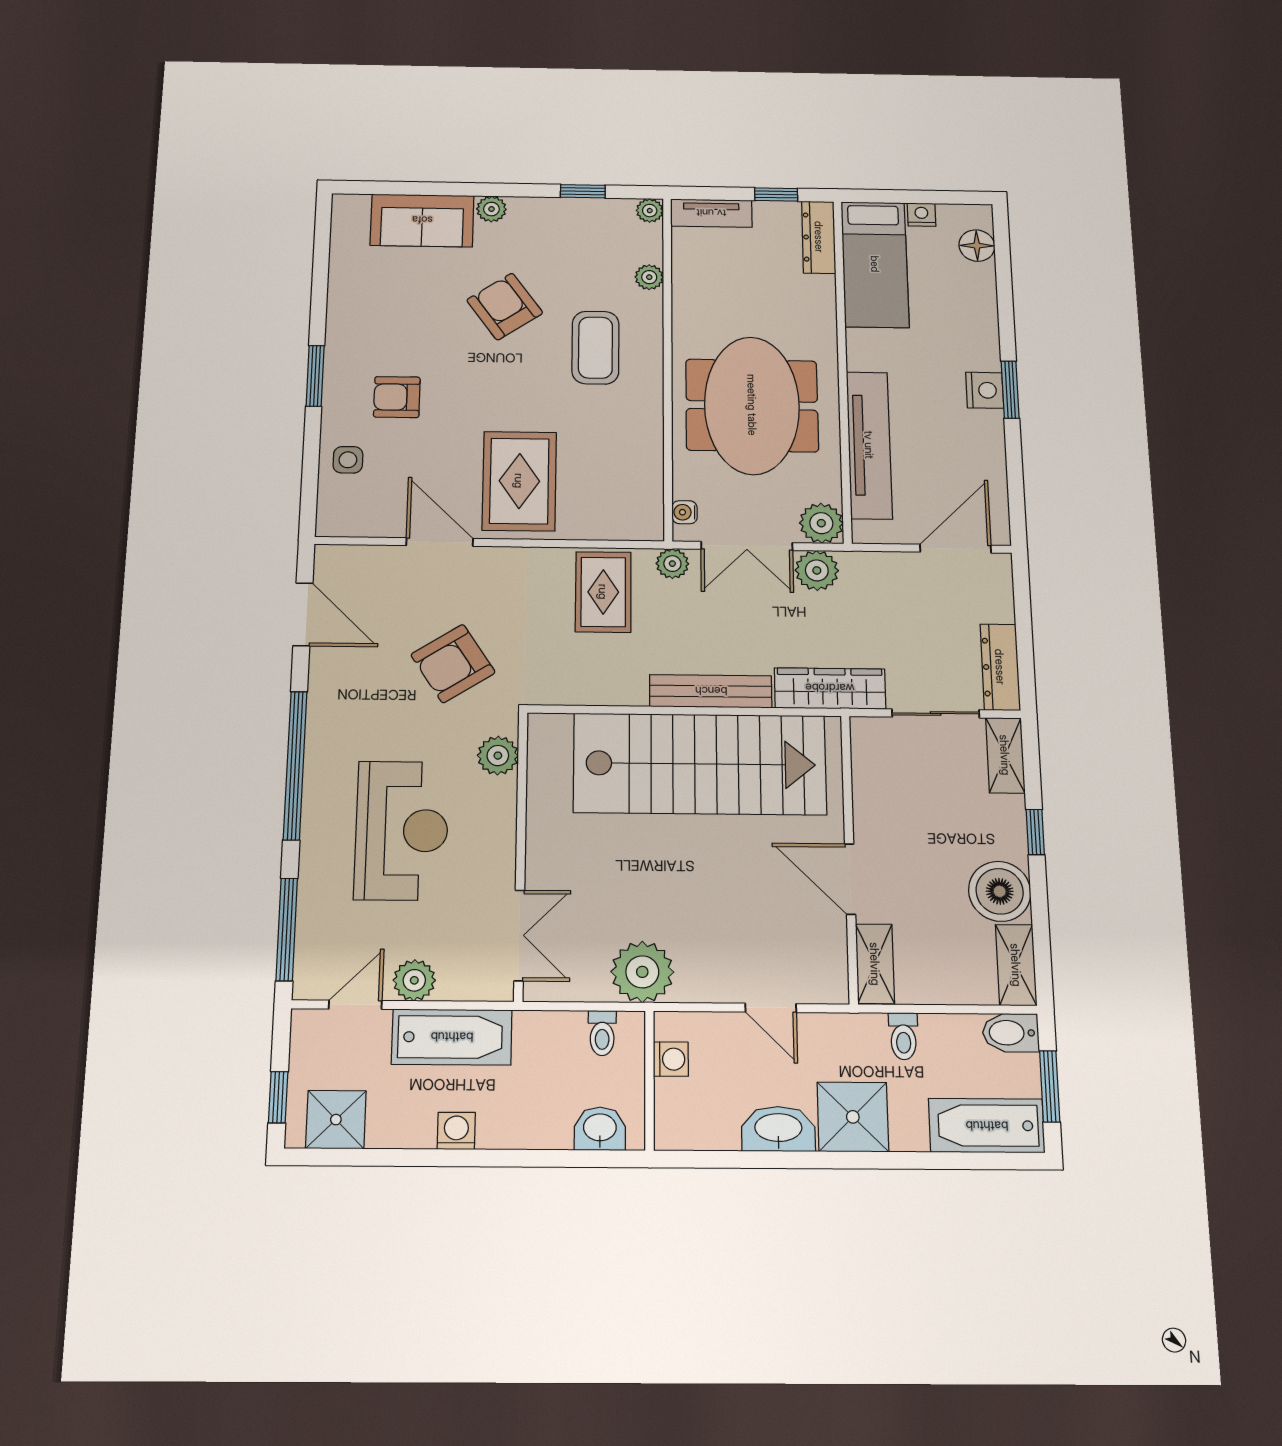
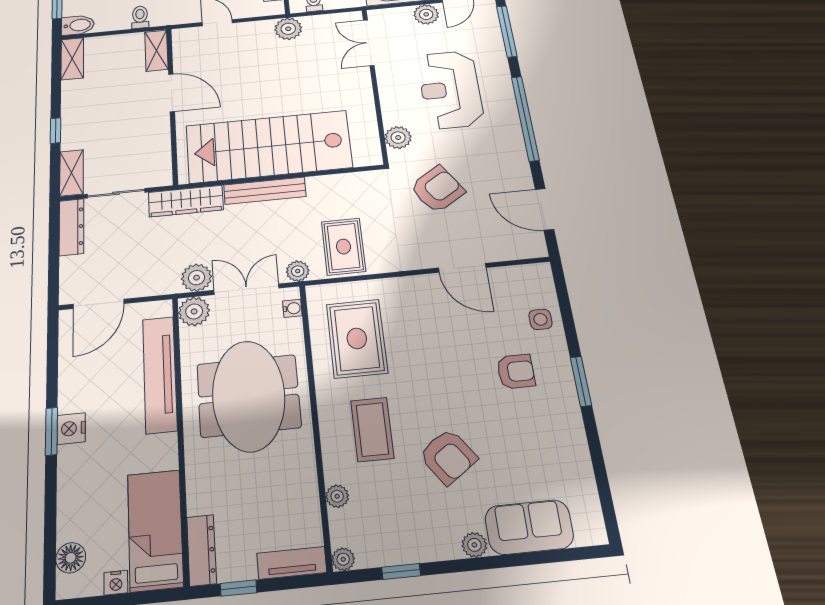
rug: (519, 481) -> (357, 338), moved
boiler: (1000, 891) -> (80, 96), removed
plant: (642, 972) -> (288, 29), width x0.73, depth x0.73

